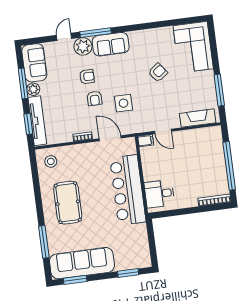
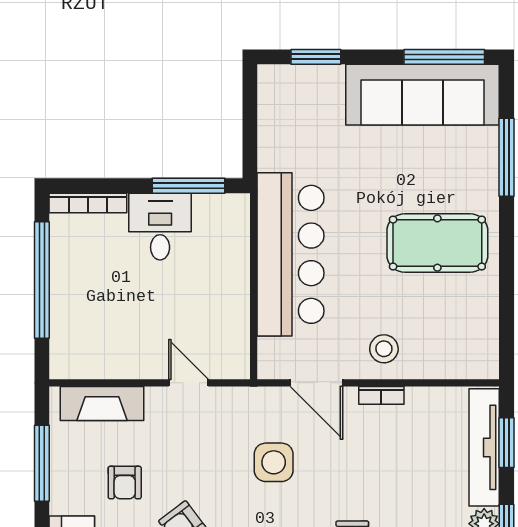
armchair: (95, 98) -> (125, 483), moved, turned 180
filing cabinet: (146, 141) -> (233, 366), removed
stool: (51, 161) -> (384, 349), moved
desk: (159, 194) -> (160, 227), moved, turned -90
pool table: (68, 203) -> (437, 243), turned 90
window: (174, 213) -> (188, 186), added
window: (75, 280) -> (444, 57), width x1.44

